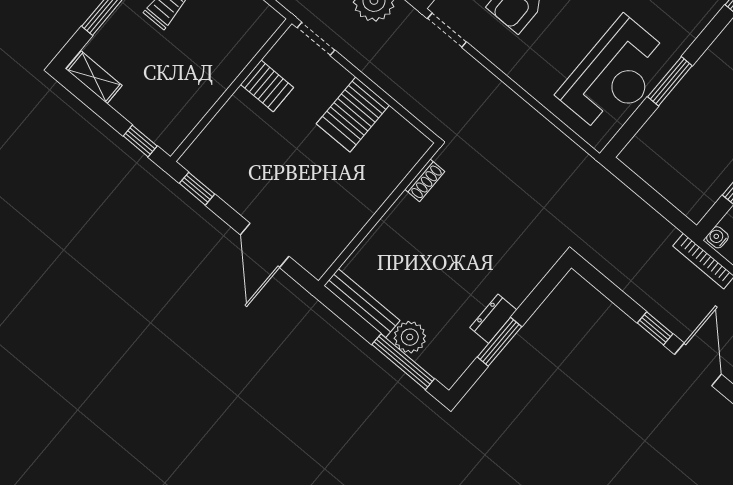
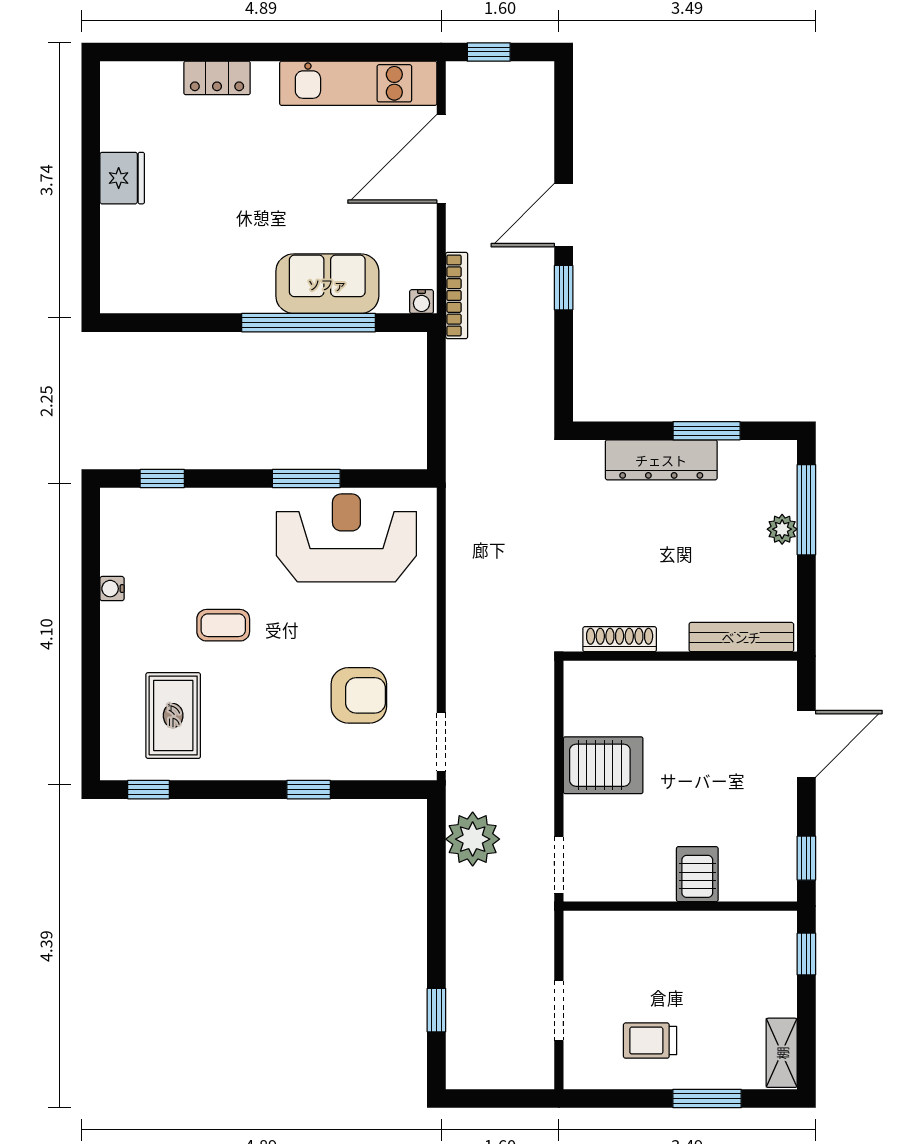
server rack: (267, 86) -> (697, 874), moved
shoe rack: (425, 180) -> (620, 639), width x1.43
bench: (362, 303) -> (741, 637), moved, turned 90
dresser: (493, 319) -> (661, 460), width x1.96, depth x1.24
plant: (410, 337) -> (782, 529), width x0.73, depth x0.73

